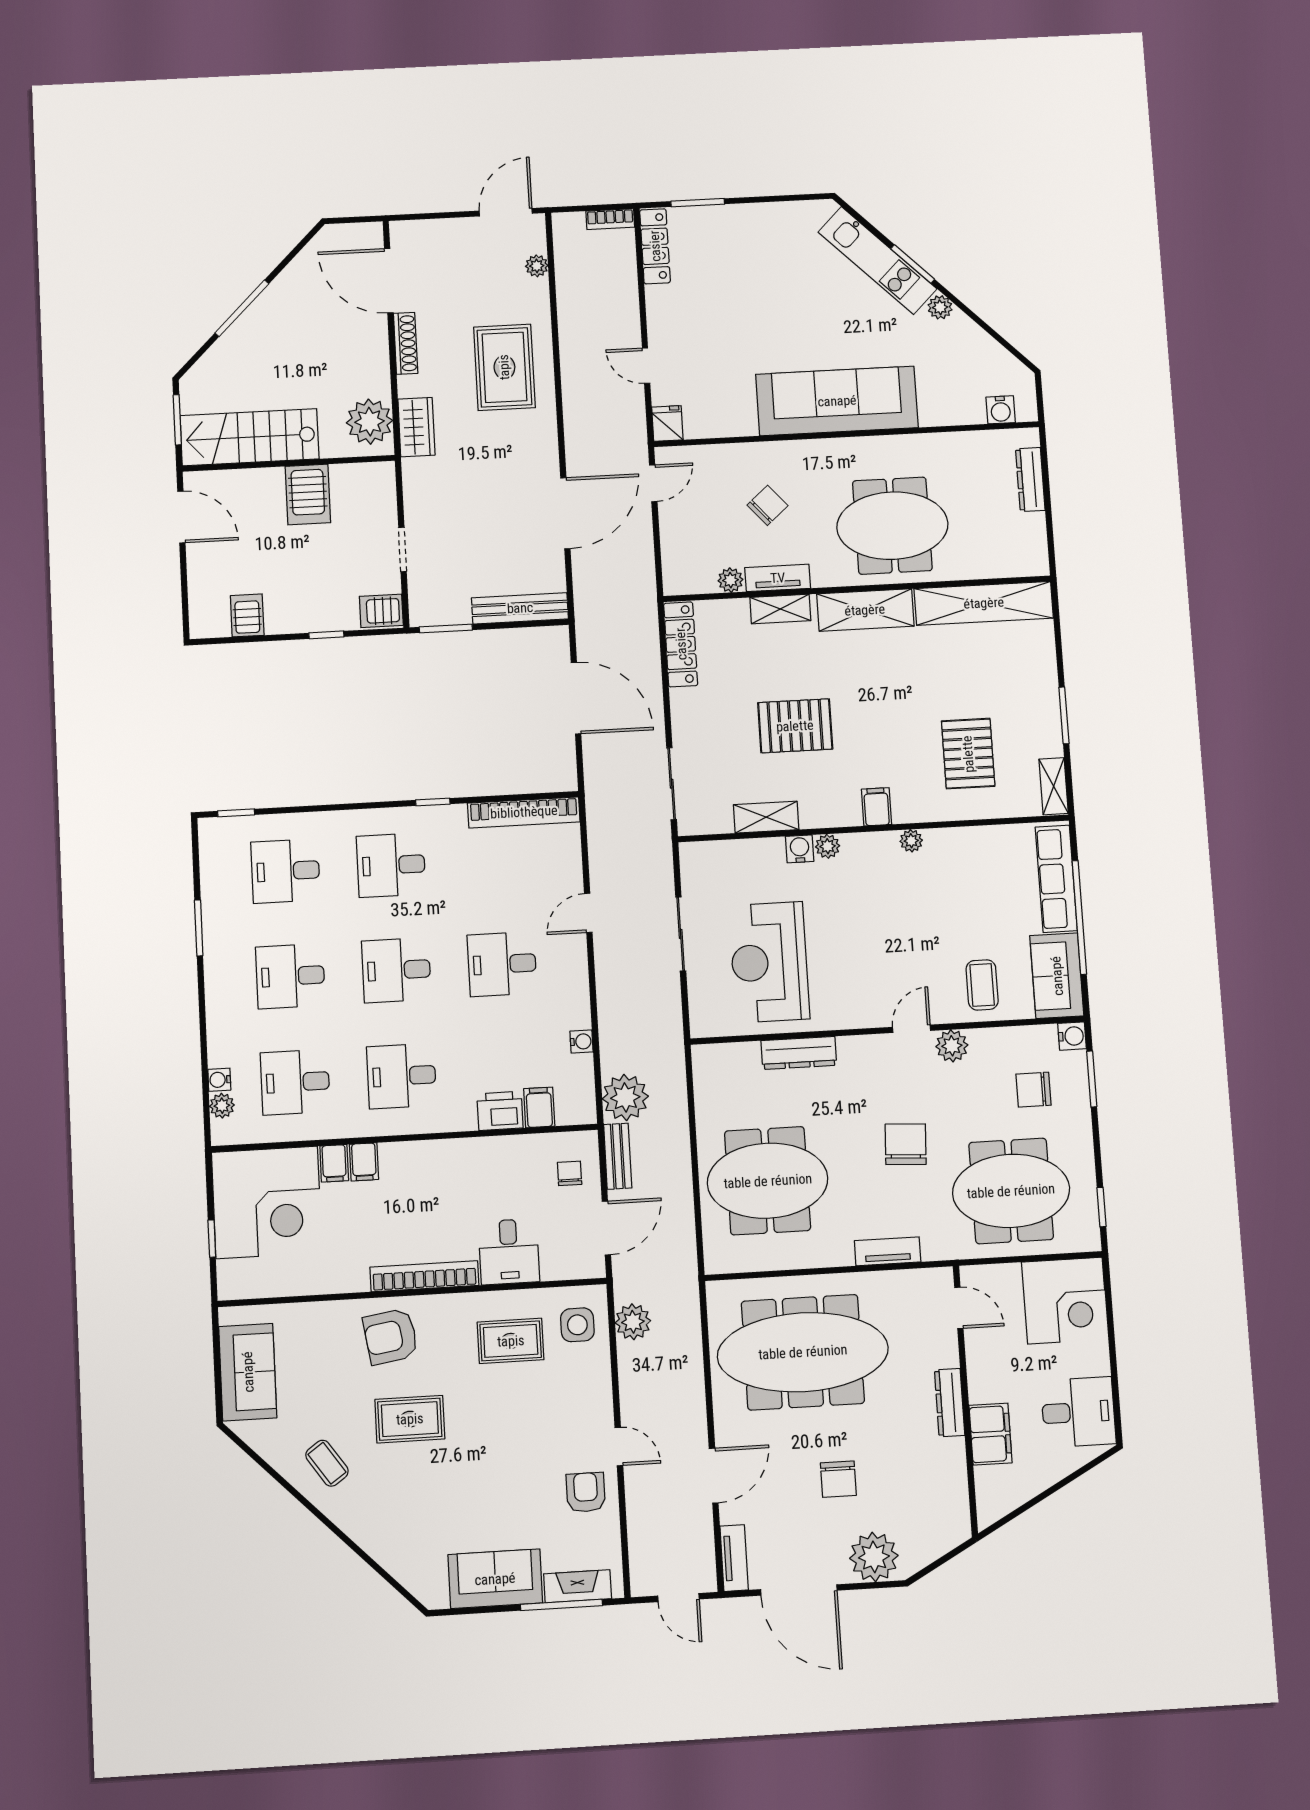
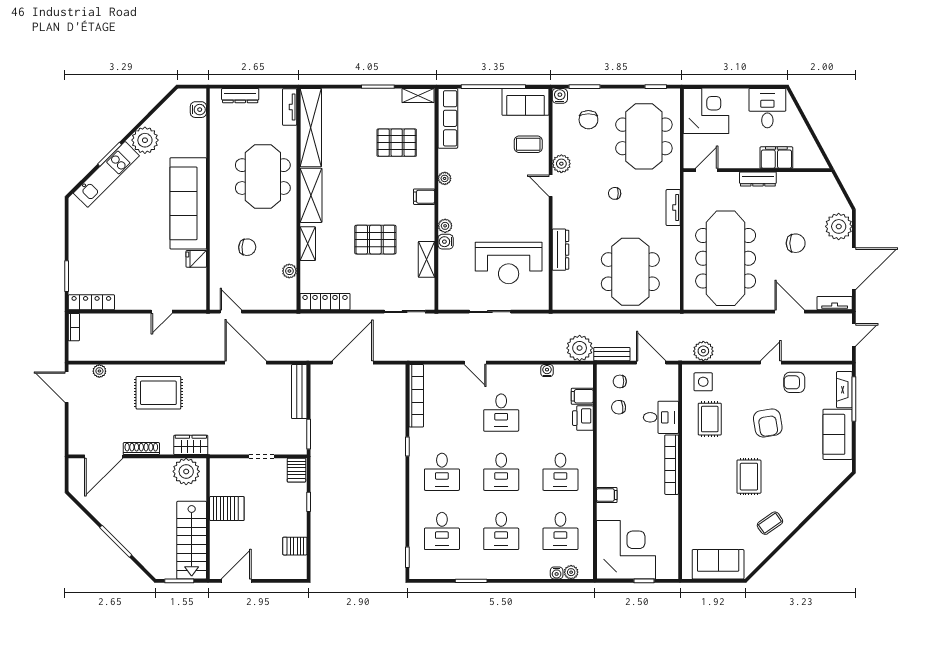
plant: (940, 307) -> (145, 140), width x1.87, depth x1.87
fridge: (667, 423) -> (196, 259), moved
chair: (767, 505) -> (247, 247), turned 135
tv unit: (778, 578) -> (290, 107), moved
pallet: (795, 726) -> (375, 240), turned 90
row of seats: (1056, 879) -> (448, 118), moved, turned -90
chair: (906, 1144) -> (615, 193), width x0.54, depth x0.54
filing cabinet: (334, 1163) -> (607, 511), removed
chair: (523, 1174) -> (619, 407), added
armchair: (391, 1336) -> (768, 423), moved

